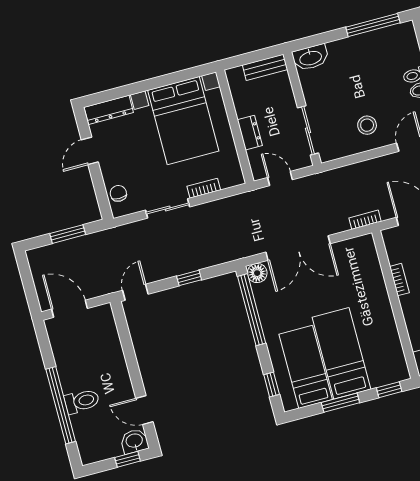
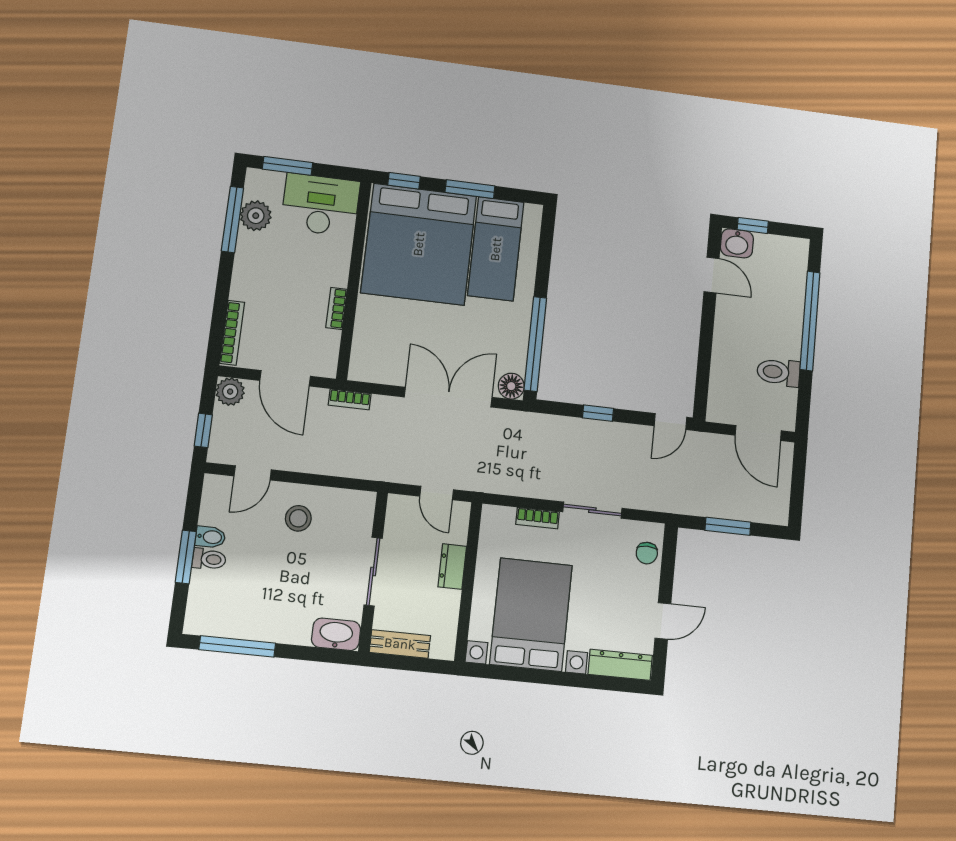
sliding door: (308, 130) -> (373, 572), moved
bed: (341, 353) -> (419, 244), width x2.04
window: (272, 384) -> (546, 244), removed
toilet: (82, 401) -> (778, 372), moved

